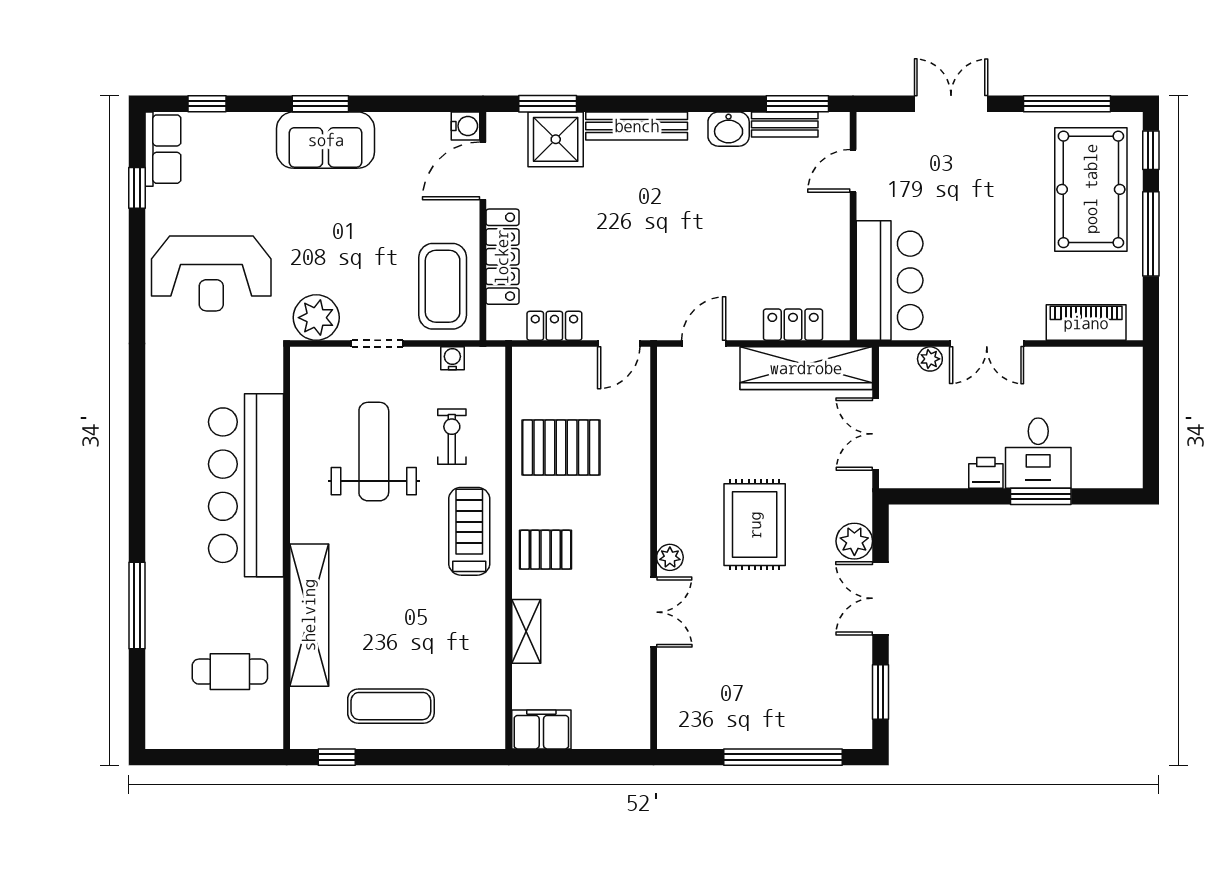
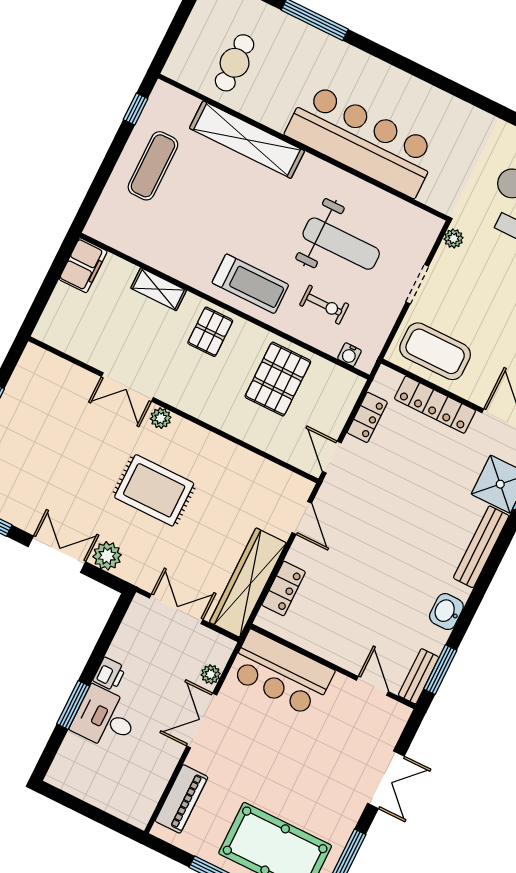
bench: (785, 124) -> (419, 676), moved
plant: (316, 318) -> (454, 238), width x0.53, depth x0.53
water cooler: (452, 358) -> (349, 355), moved, turned 90

